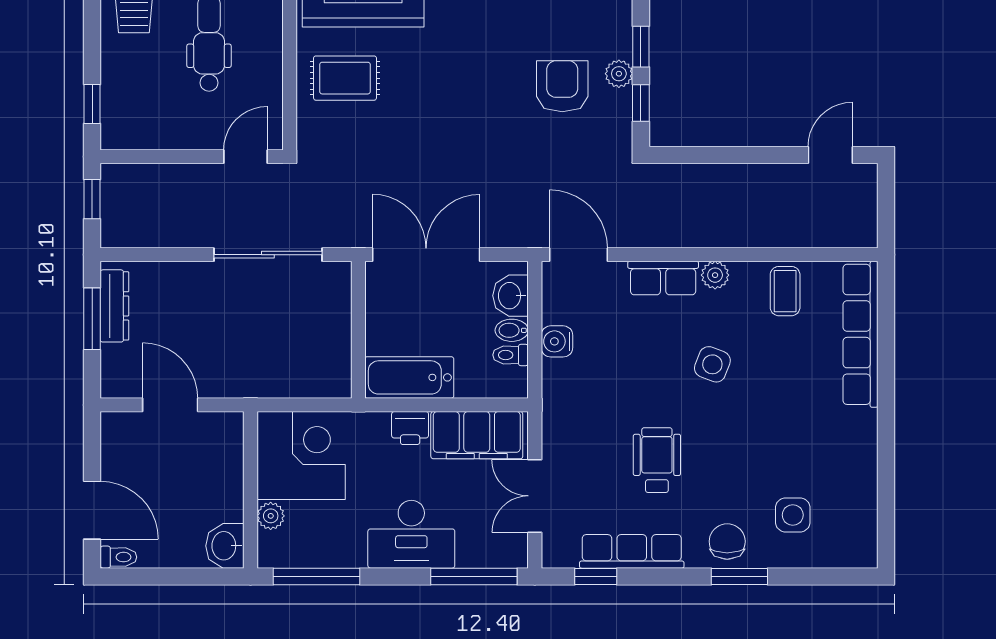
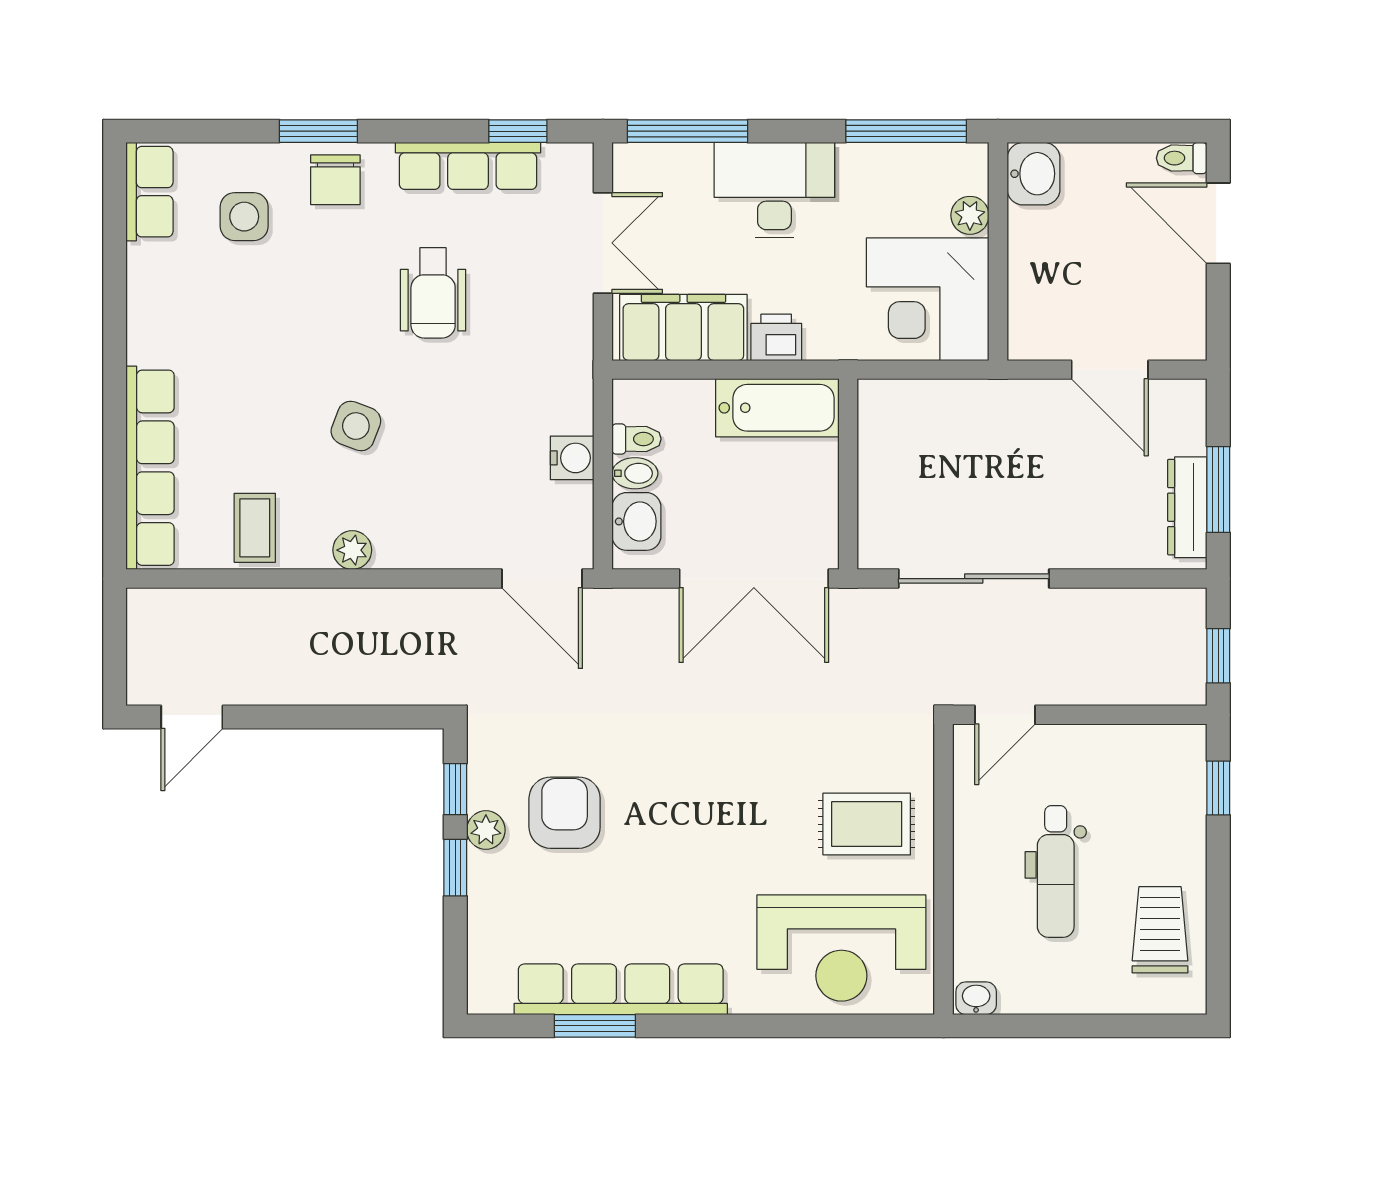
armchair: (562, 86) -> (565, 813), turned 180
row of seats: (663, 278) -> (150, 192), moved, turned 90

